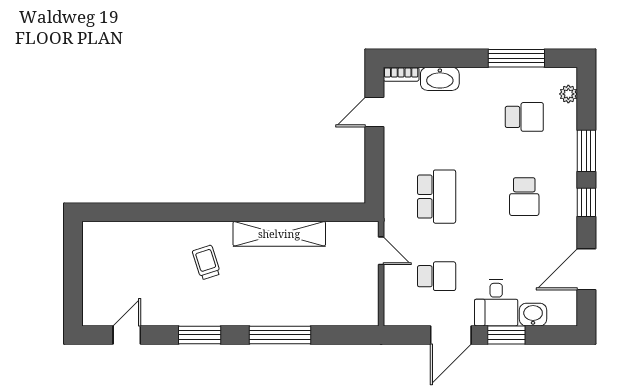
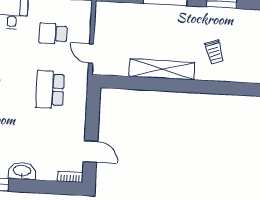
washbasin: (440, 79) -> (22, 171), moved
door: (374, 112) -> (90, 151), hinge flipped

